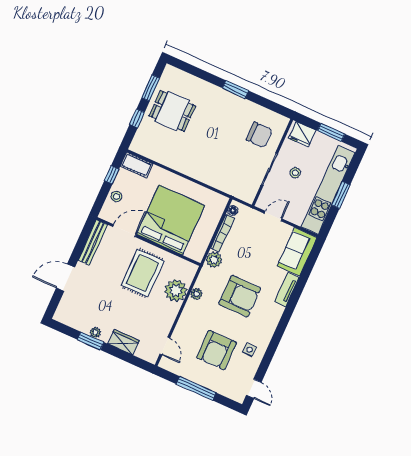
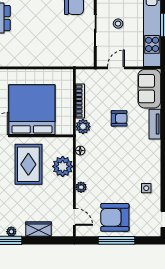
floor lamp: (233, 210) -> (80, 151), moved
plant: (196, 294) -> (81, 187), moved
armchair: (240, 296) -> (119, 118), moved, width x0.53, depth x0.53
armchair: (216, 350) -> (115, 217), moved, turned 90

